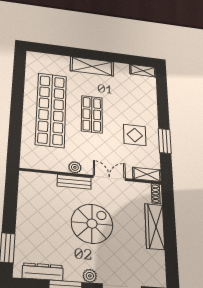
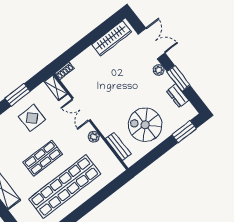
bench: (74, 182) -> (118, 146), moved
spiral stairs: (92, 224) -> (145, 125), moved
wardrobe: (155, 227) -> (112, 38), moved
dresser: (43, 272) -> (178, 96), width x0.70

